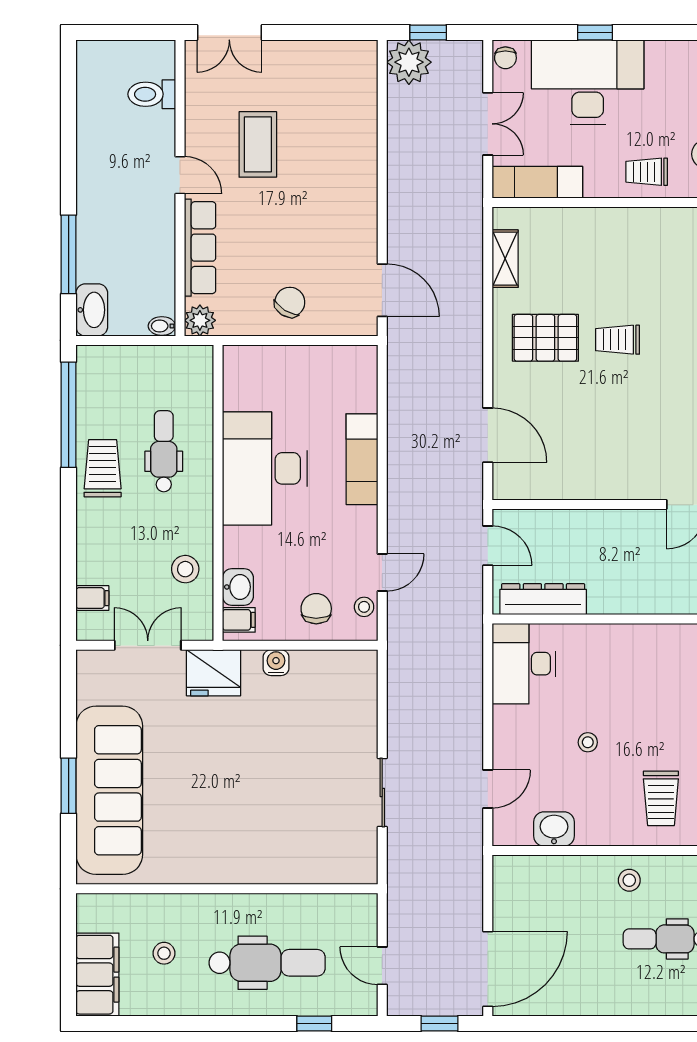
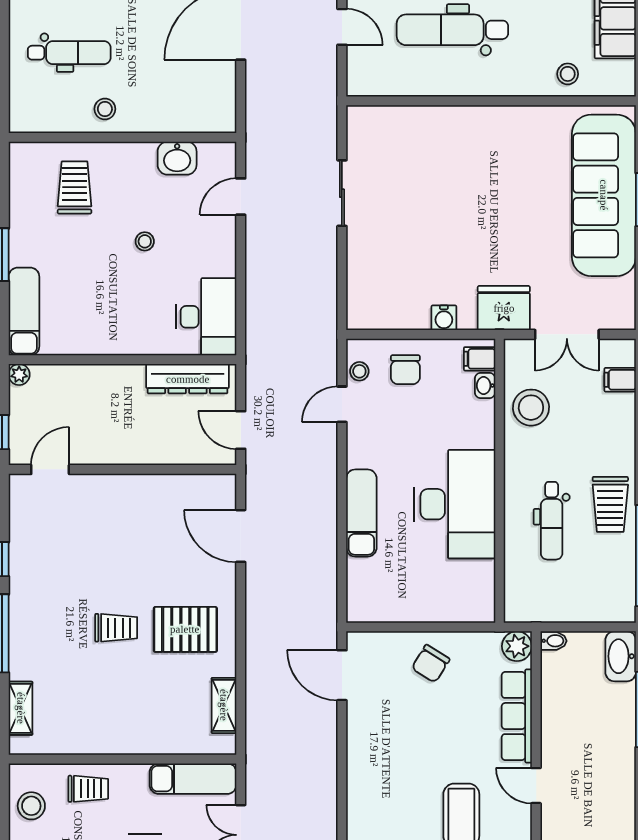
stool: (185, 569) -> (531, 408), width x1.38, depth x1.38
washbasin: (238, 587) -> (485, 386), width x0.72, depth x0.69
stool: (164, 953) -> (568, 74), moved

